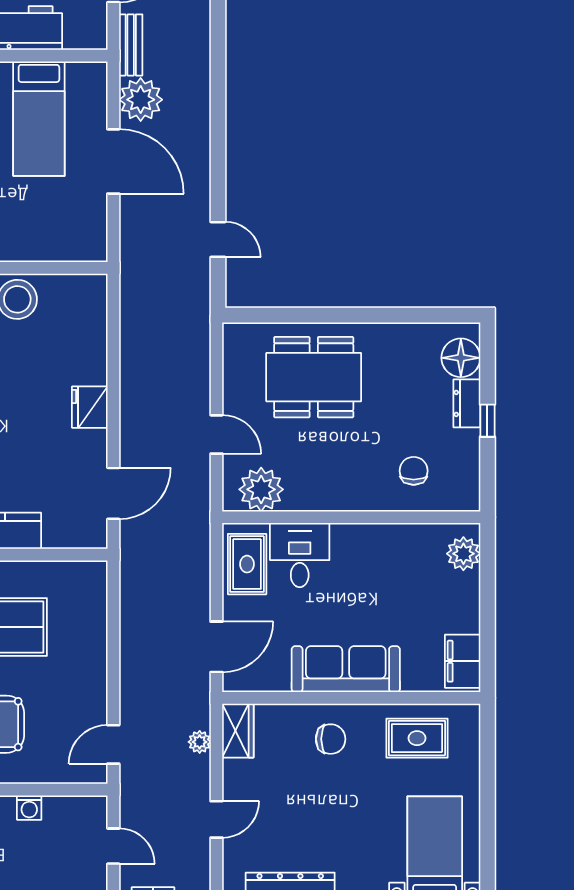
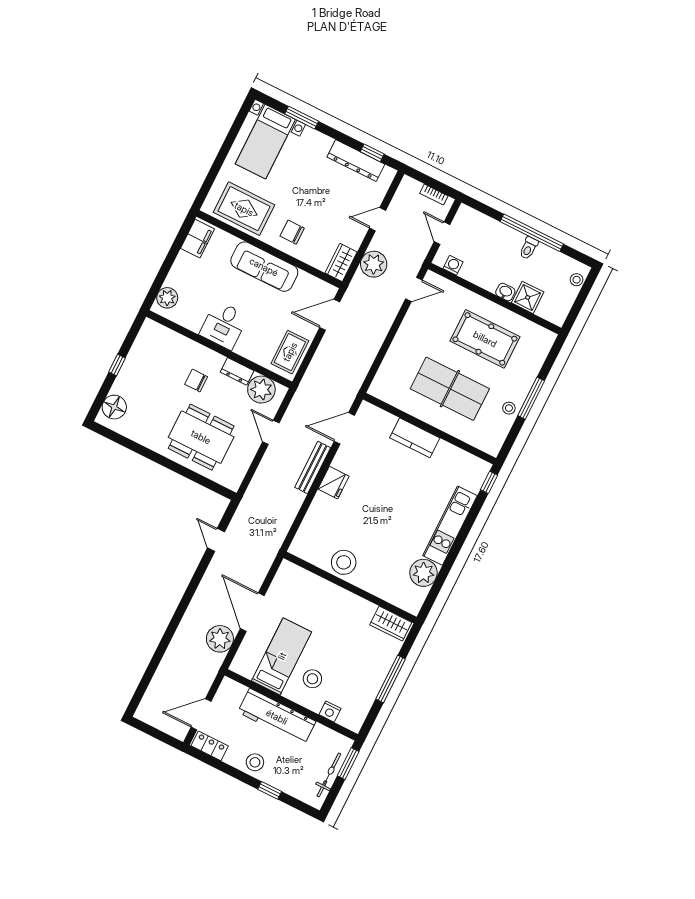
bench: (131, 45) -> (313, 467), moved, width x1.36
dresser: (467, 403) -> (237, 371), moved, turned 90
chair: (414, 471) -> (196, 381), moved, turned 90
desk: (300, 555) -> (224, 325), moved
rug: (417, 738) -> (244, 209), width x1.36, depth x1.43
plant: (200, 742) -> (374, 264), width x1.88, depth x1.88
washing machine: (29, 808) -> (453, 265), moved

